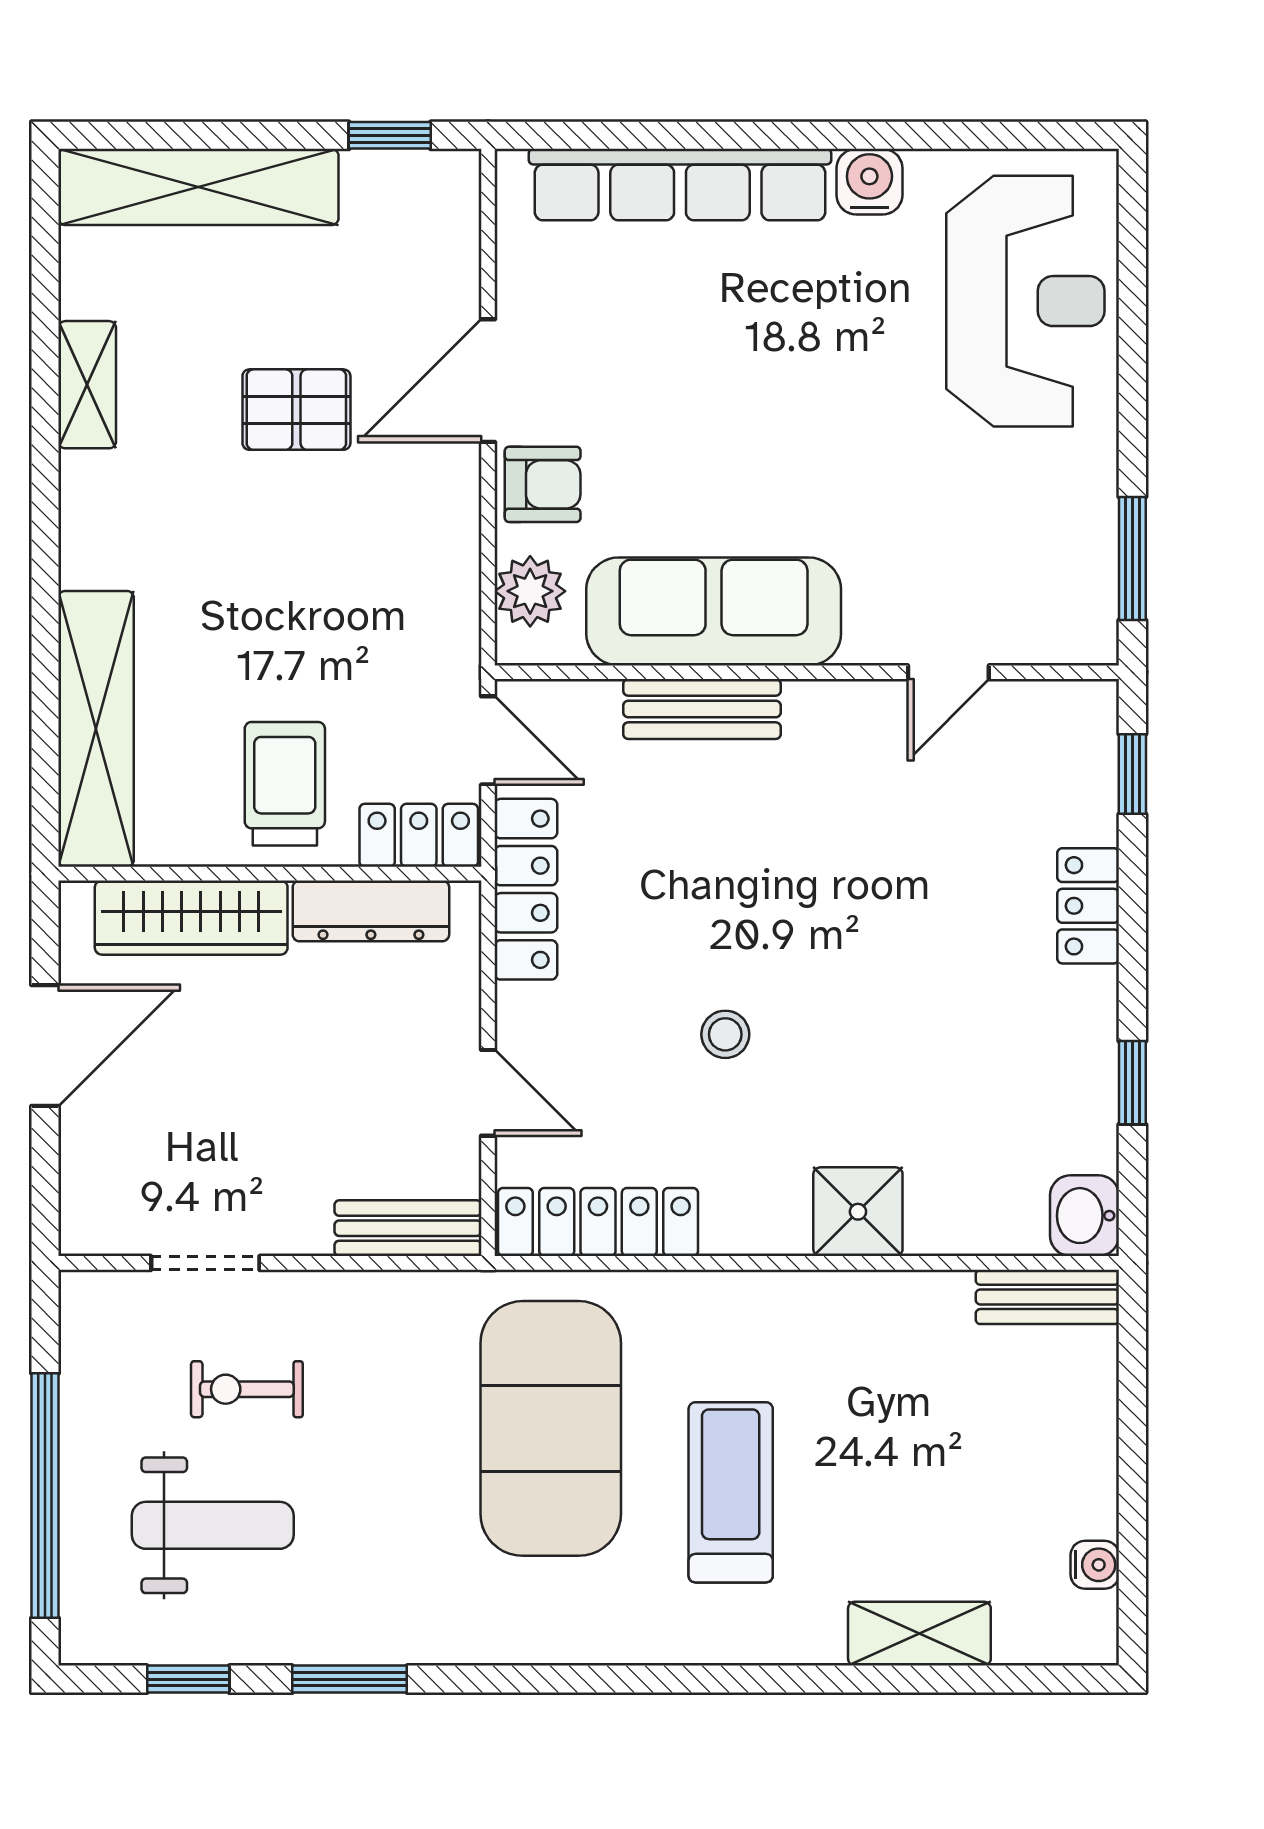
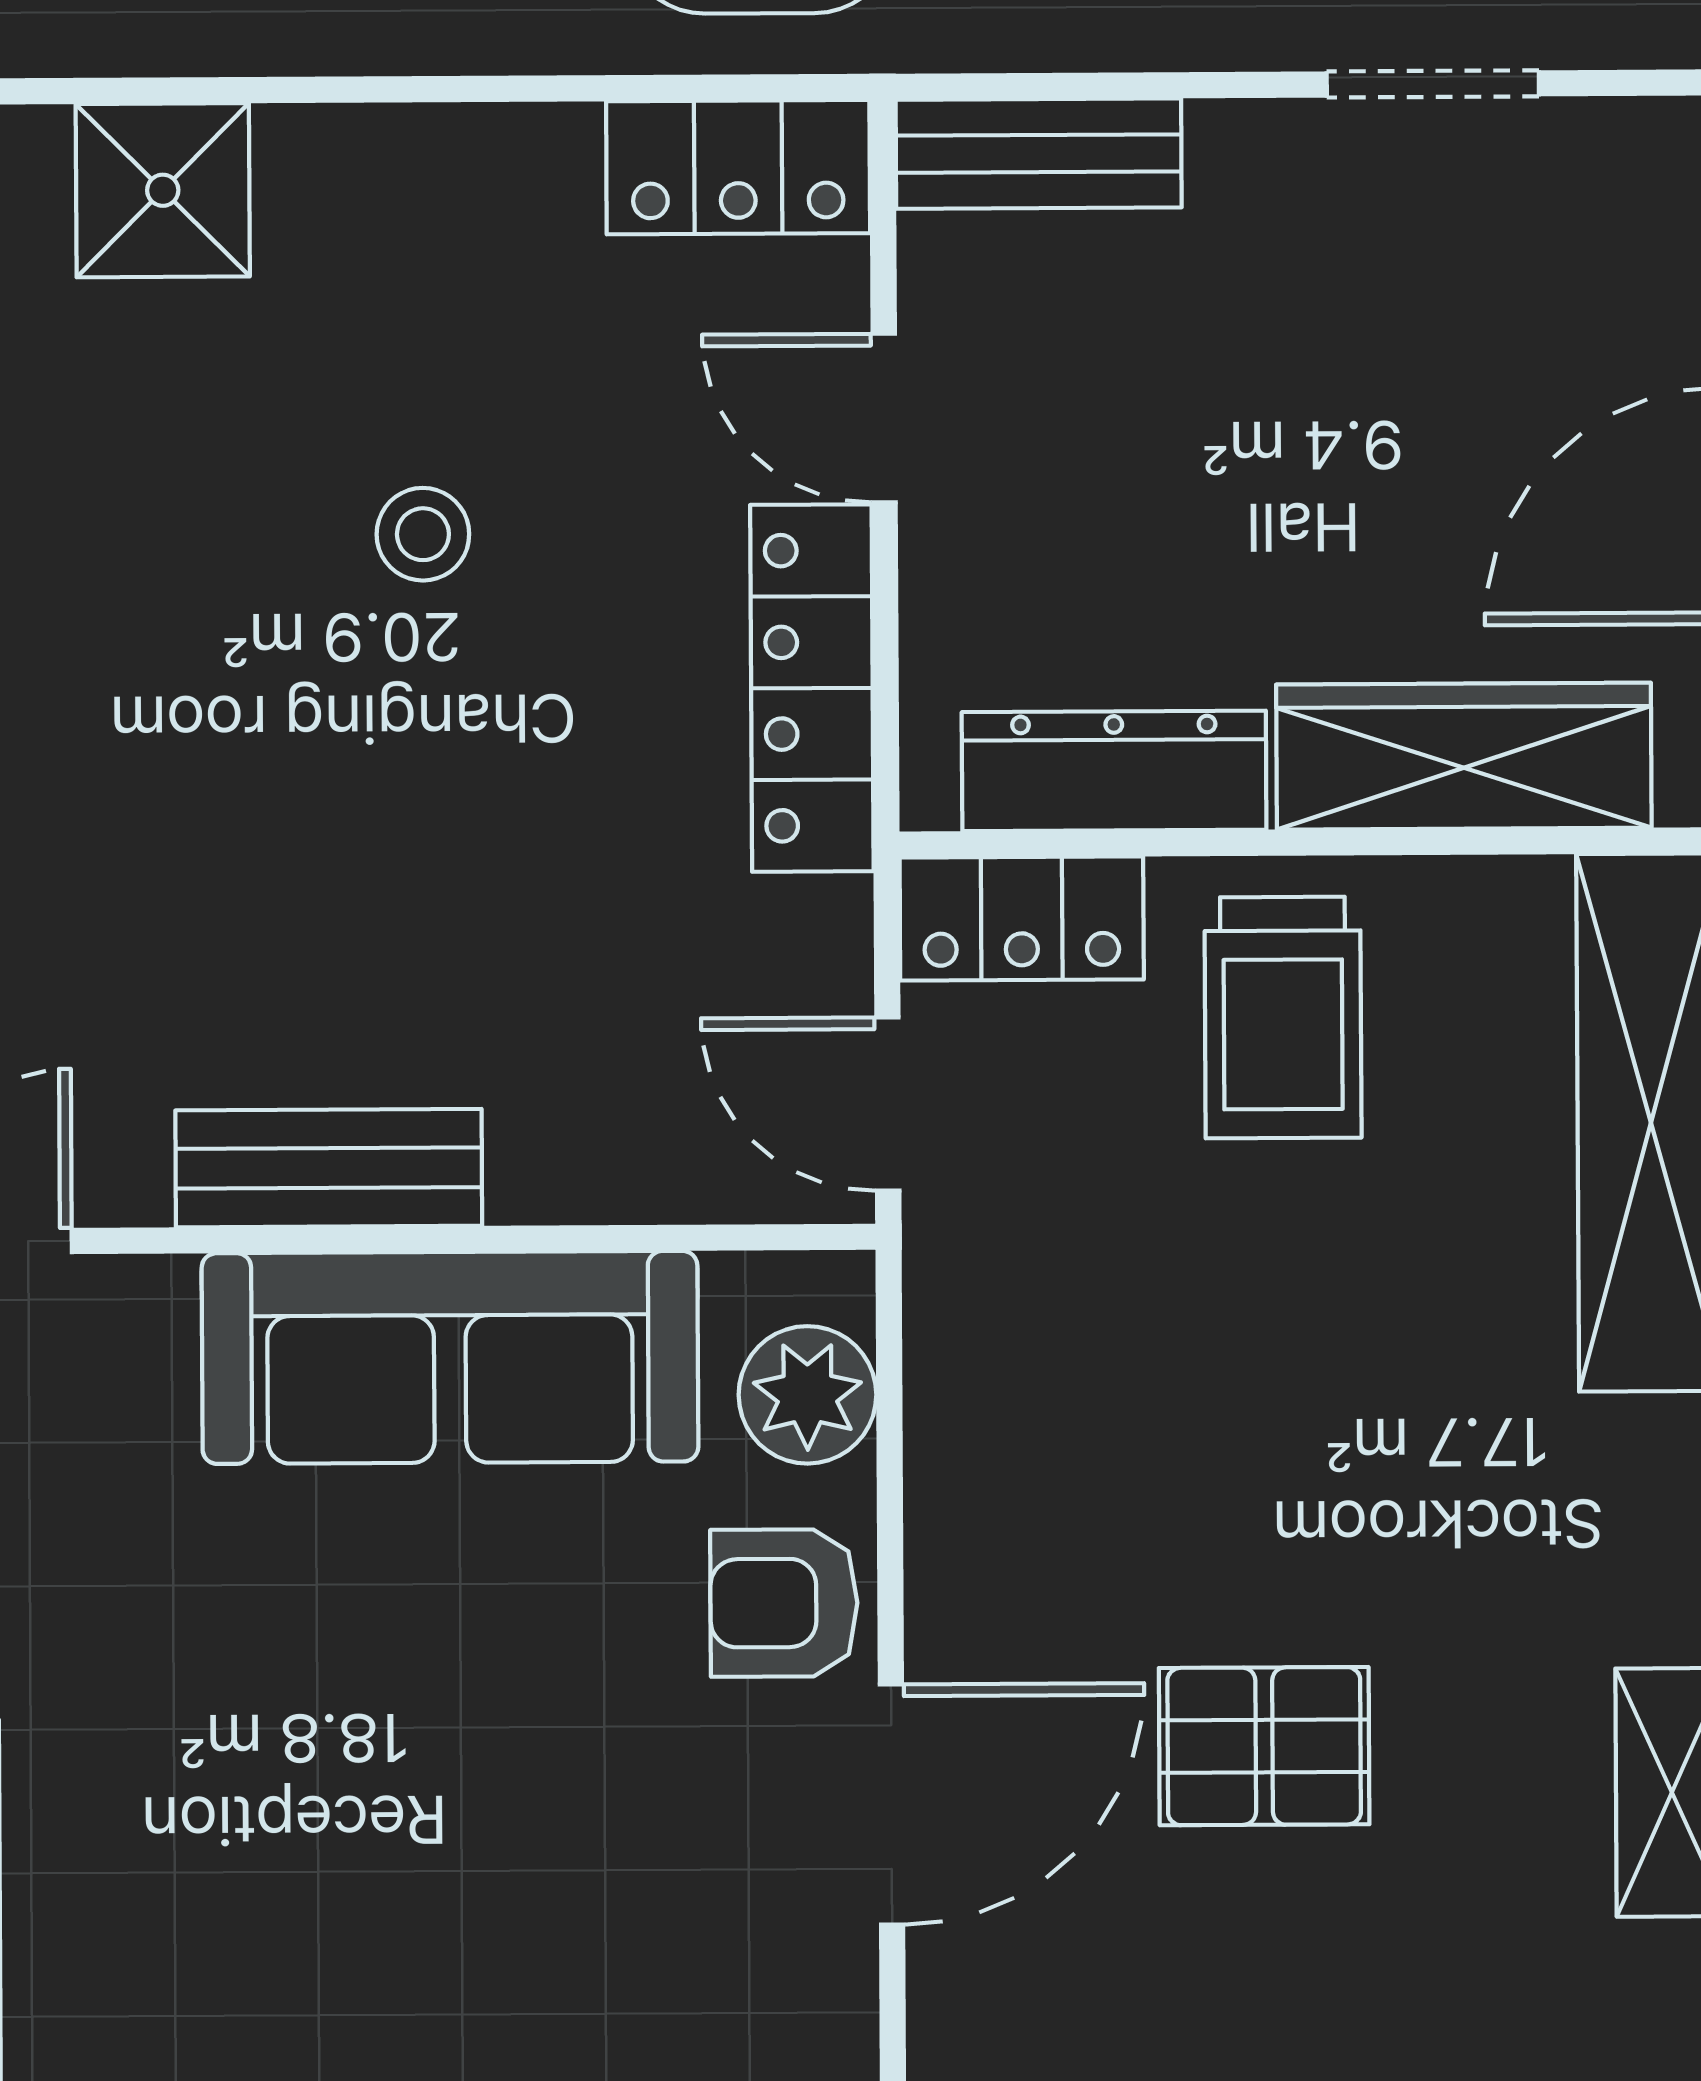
bench: (702, 709) -> (329, 1168), moved
locker: (526, 889) -> (812, 688), moved
locker: (598, 1222) -> (738, 167), width x0.66

